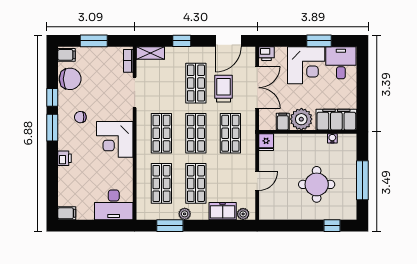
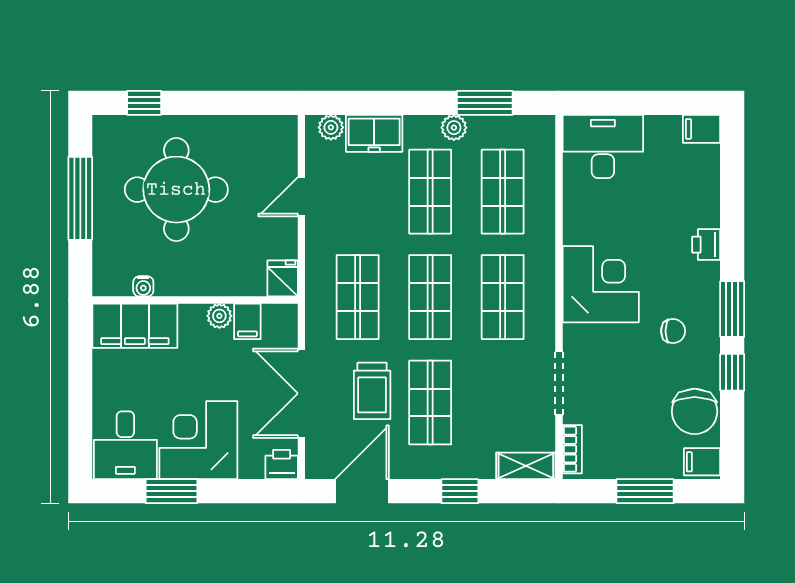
chair: (70, 79) -> (695, 411), turned -90
plant: (301, 119) -> (219, 316), width x0.53, depth x0.53
round table: (317, 184) -> (176, 190), width x1.36, depth x1.36

